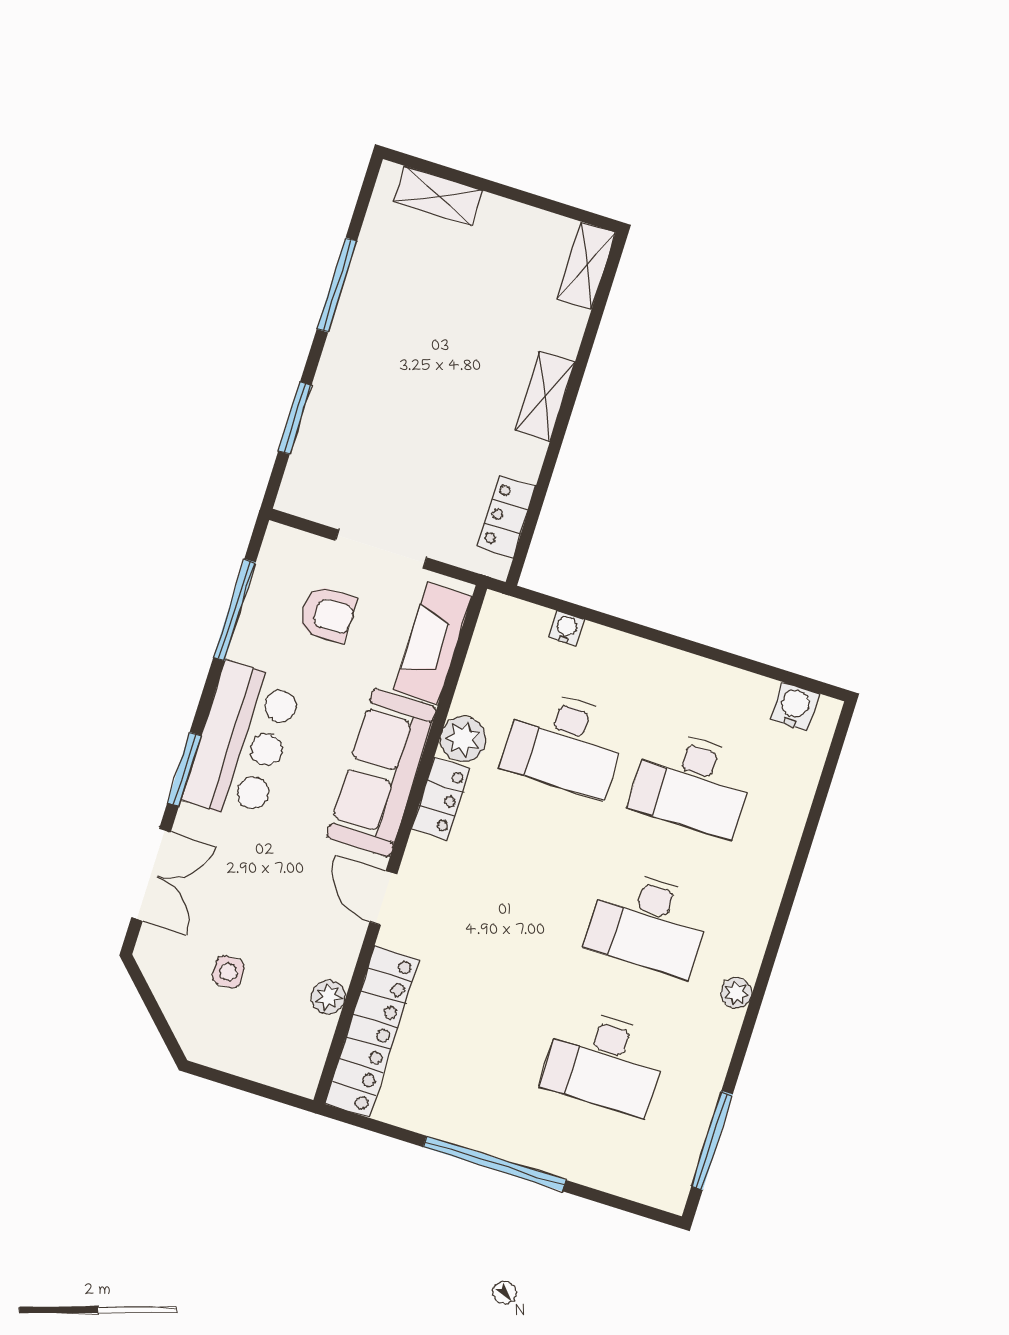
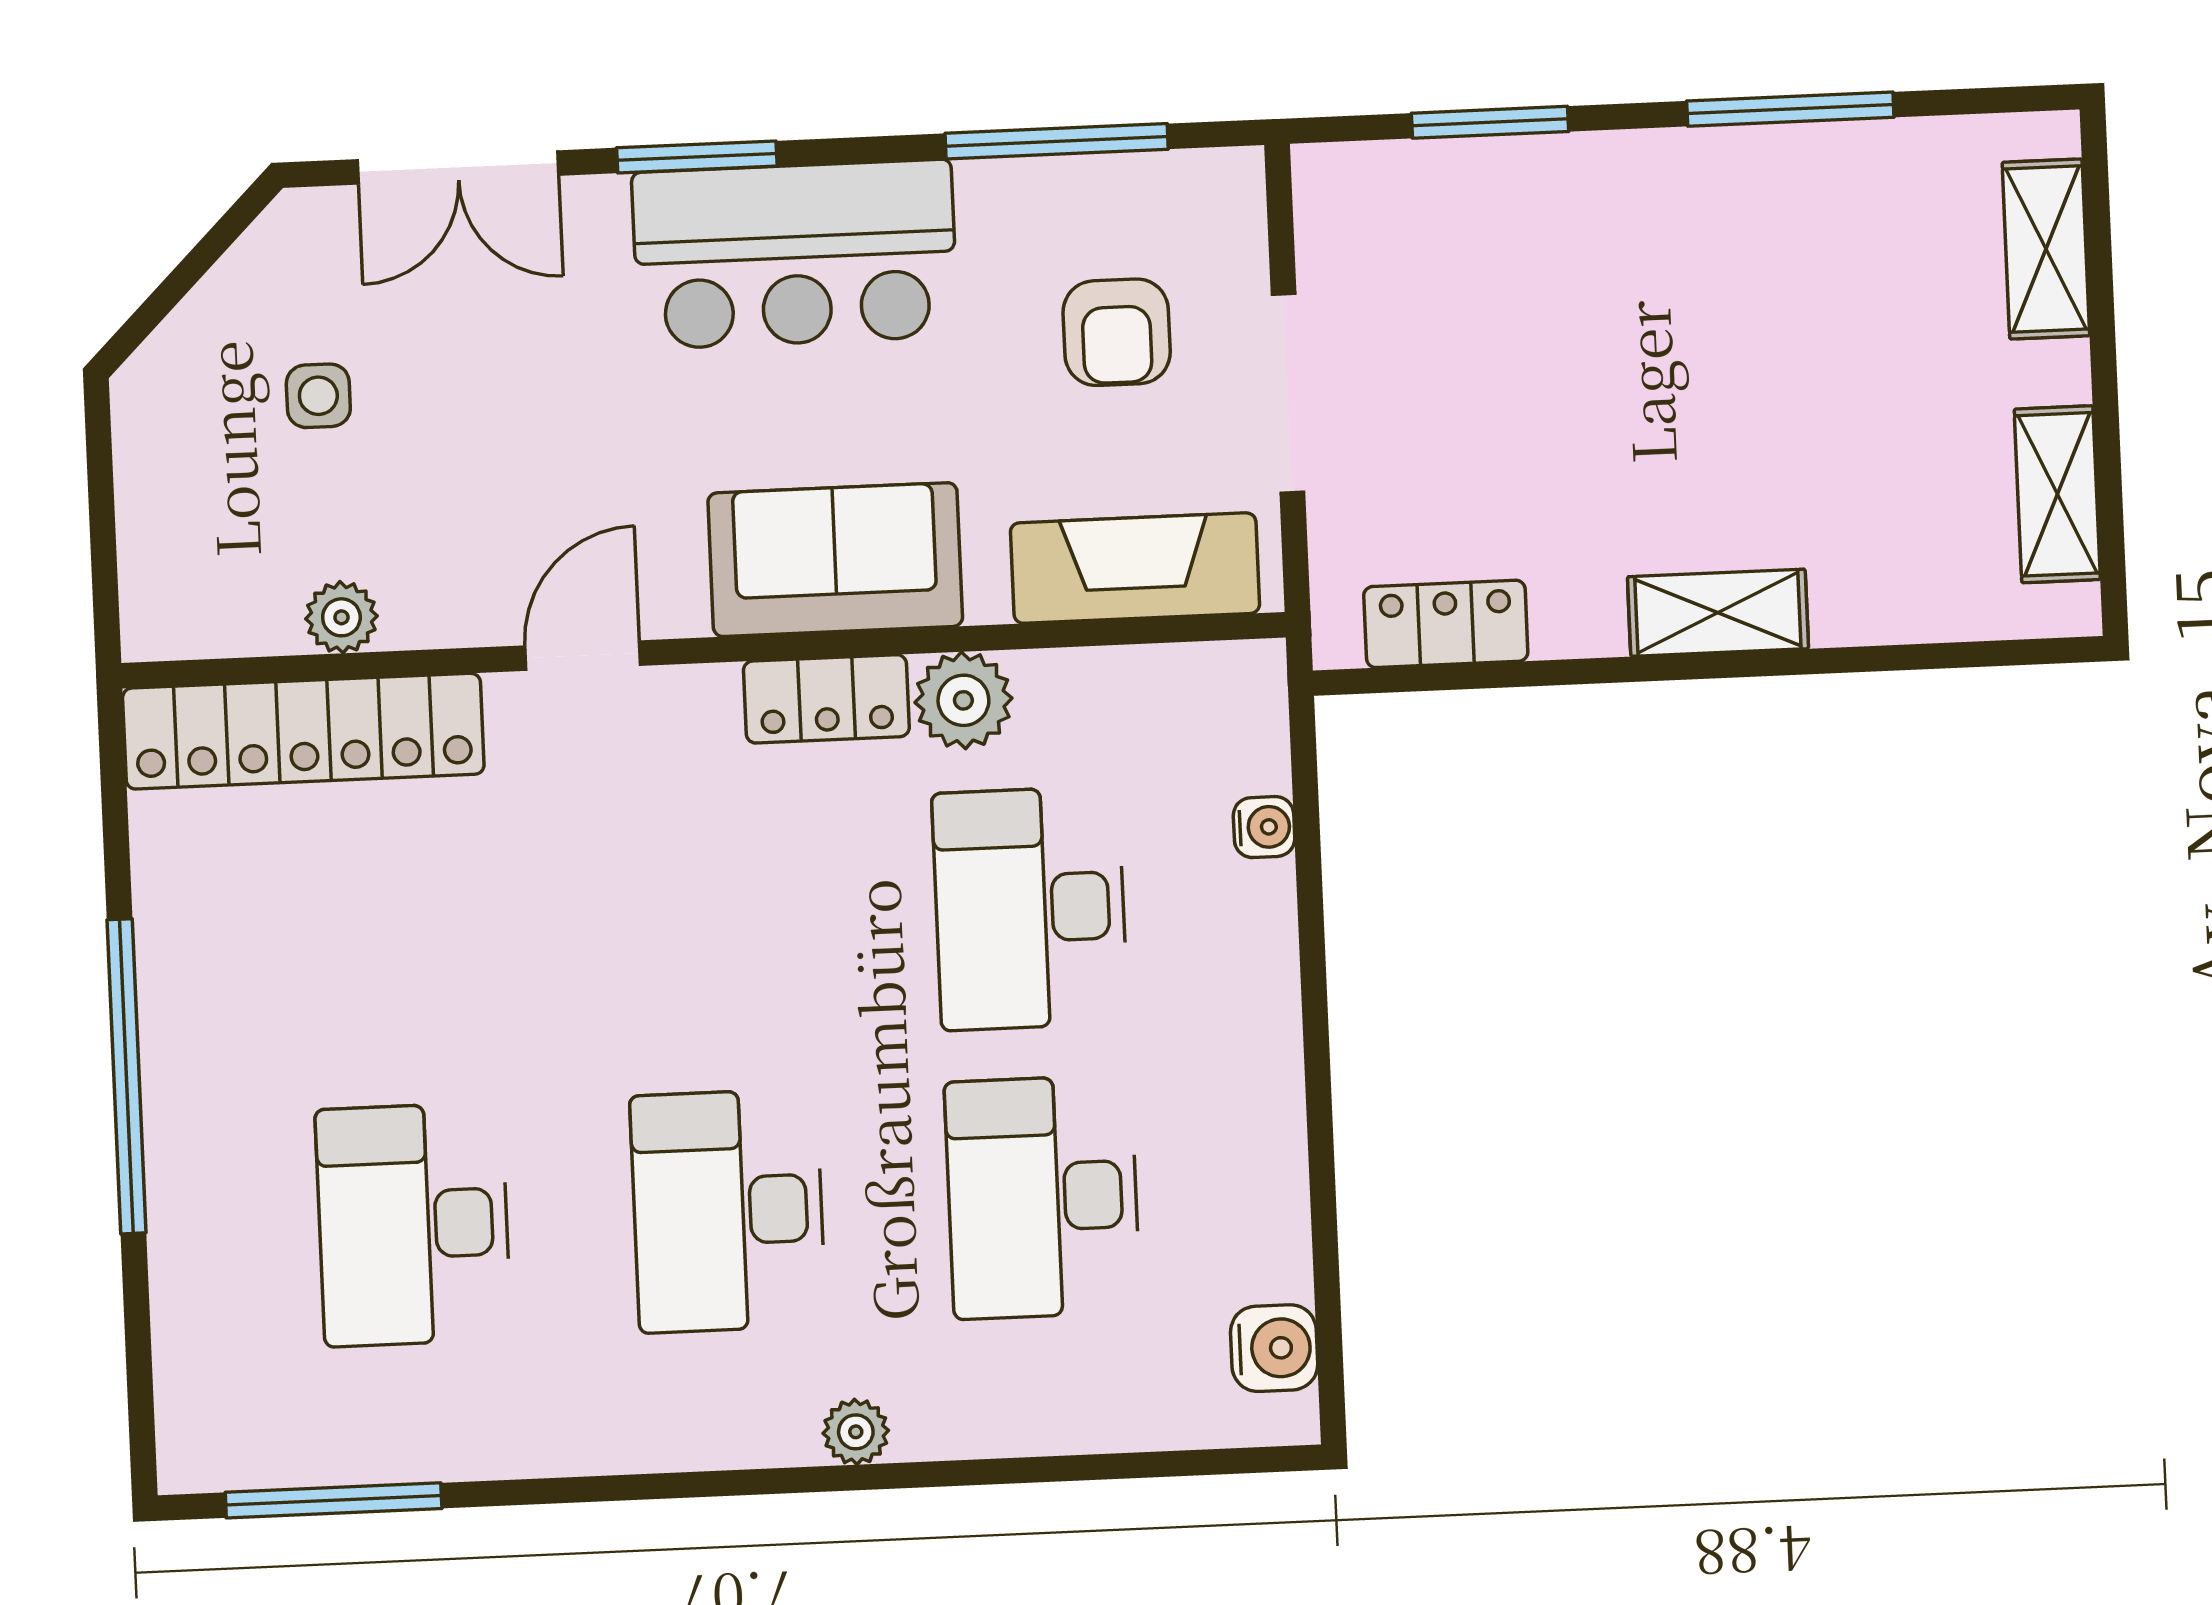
shelving: (586, 266) -> (2057, 494), moved, turned 90
sofa: (382, 773) -> (835, 560), width x0.73
plant: (736, 993) -> (856, 1432), moved

